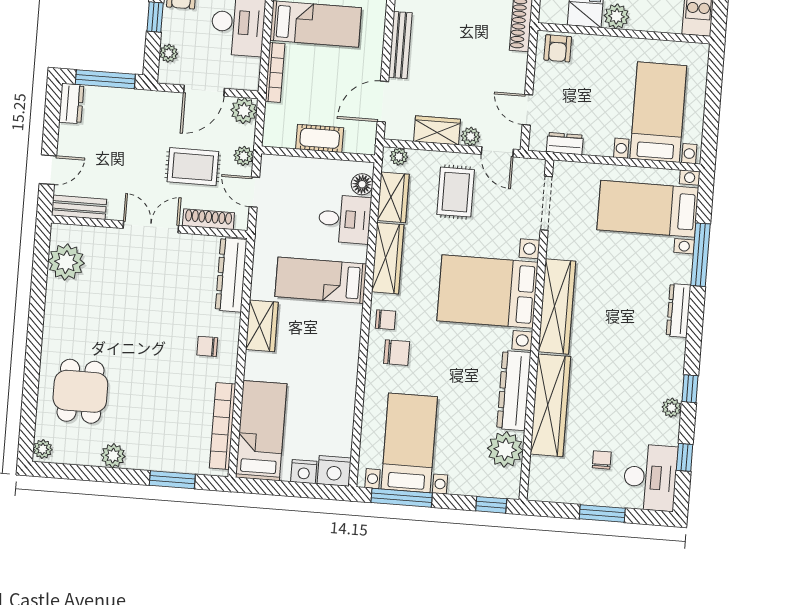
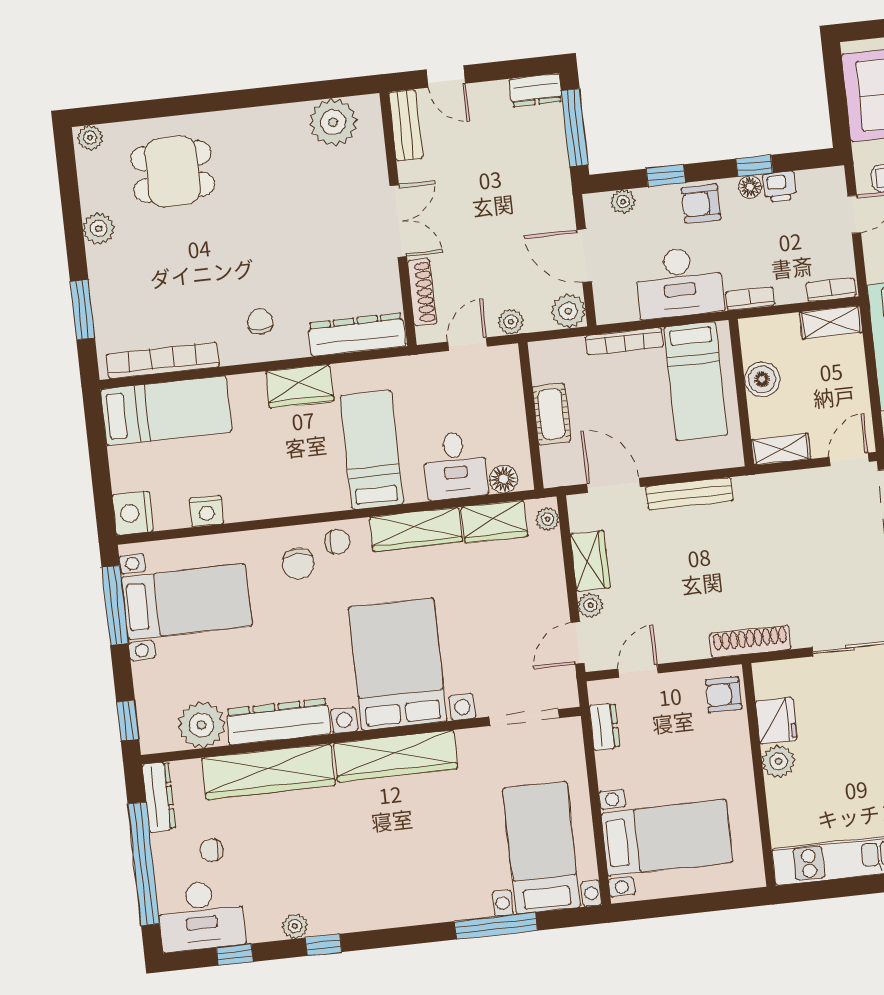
rug: (193, 167) -> (485, 260), removed
rug: (456, 192) -> (516, 600), removed
dresser: (679, 310) -> (159, 797), moved, turned 90
chair: (385, 320) -> (337, 542), turned -90
chair: (602, 460) -> (212, 850), turned 180
nightstand: (304, 472) -> (207, 511), moved, turned -90
window: (602, 514) -> (144, 864), width x2.11

